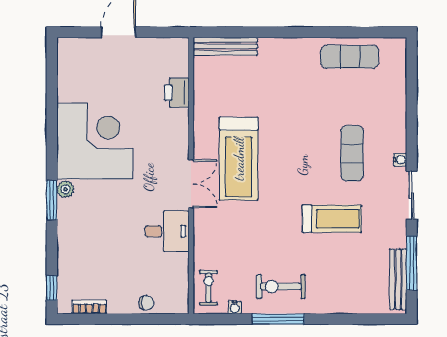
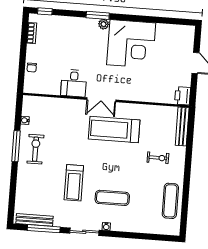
printer: (177, 93) -> (183, 96), moved, turned -90
exercise bike: (209, 288) -> (158, 158), moved

